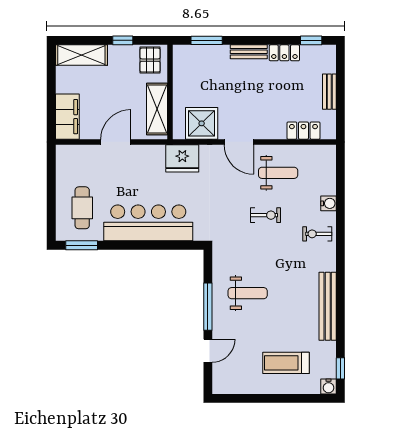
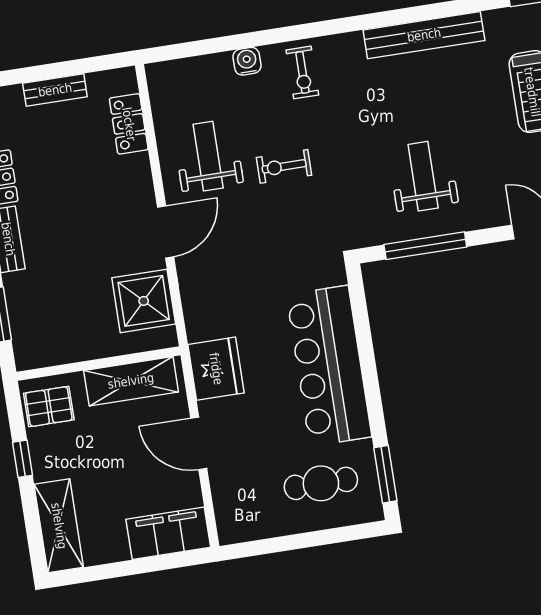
fridge: (182, 158) -> (216, 369), moved
exercise bike: (266, 215) -> (284, 166), turned -90
window: (208, 307) -> (425, 246), moved

